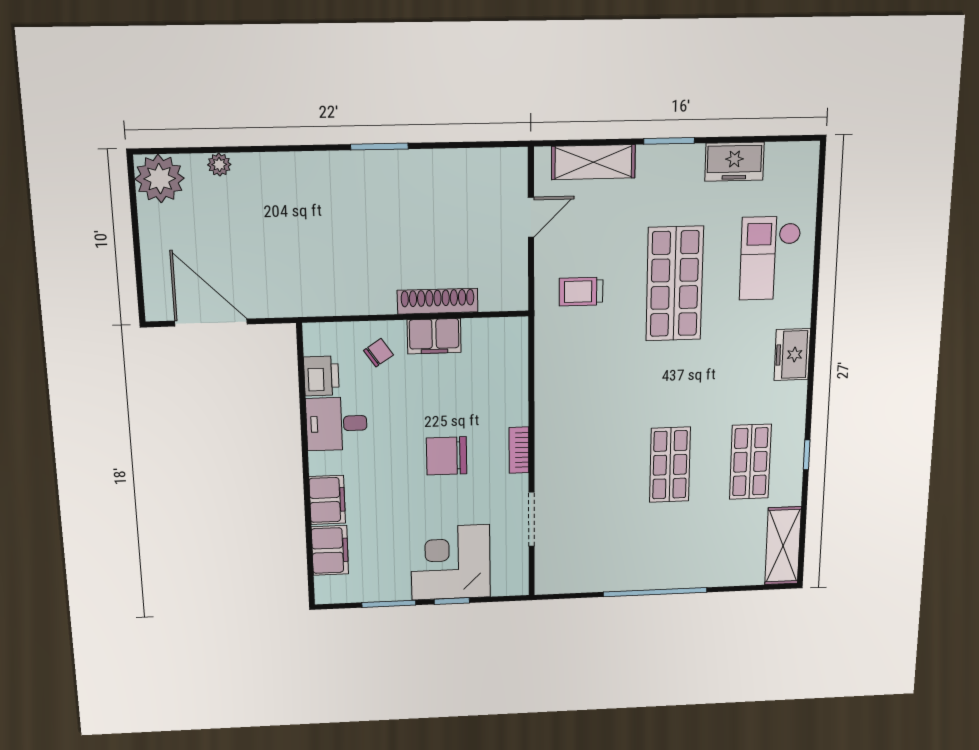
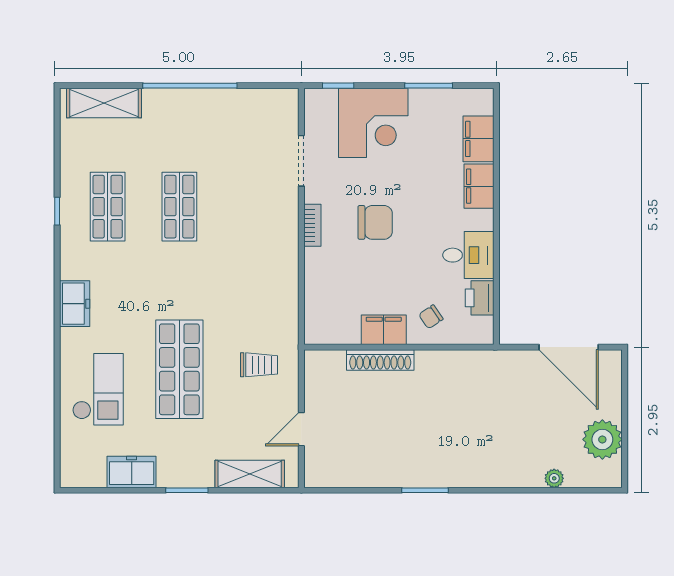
plant: (160, 179) -> (602, 439), moved
shelving: (783, 546) -> (104, 103), moved, turned 90
window: (452, 601) -> (338, 86), moved

